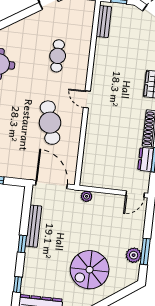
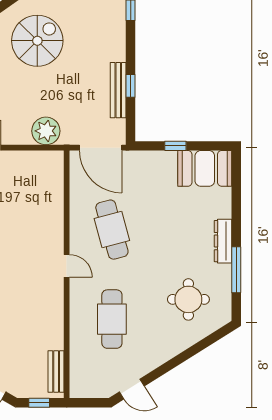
cafe table: (58, 56) -> (112, 319), width x1.37, depth x1.35
plant: (87, 196) -> (46, 131), width x1.88, depth x1.88
window: (22, 244) -> (131, 86), moved

